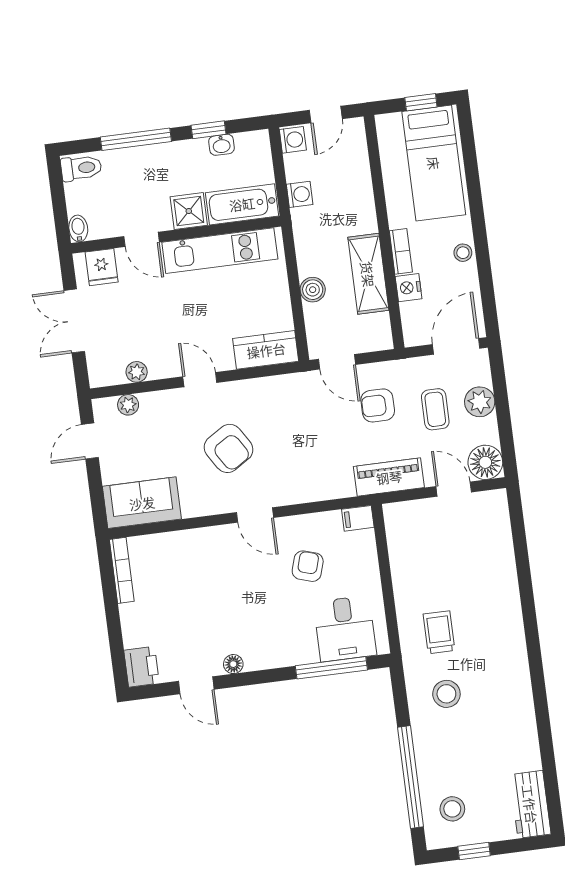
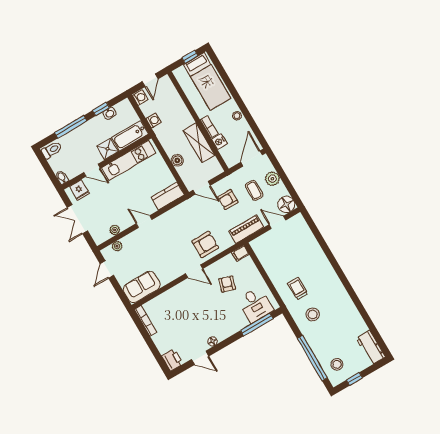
armchair: (229, 448) -> (205, 244), moved, turned -58

